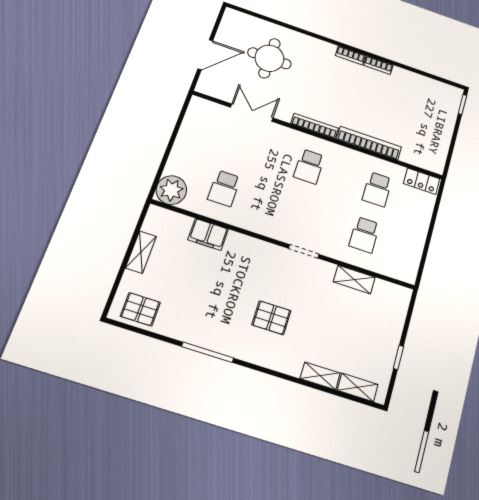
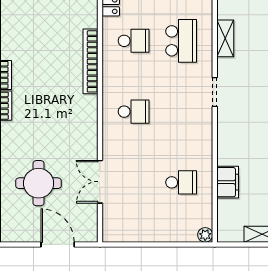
bookcase: (315, 126) -> (92, 119), removed
plant: (171, 190) -> (205, 235), width x0.53, depth x0.53
school desk: (364, 235) -> (181, 41), width x1.85

